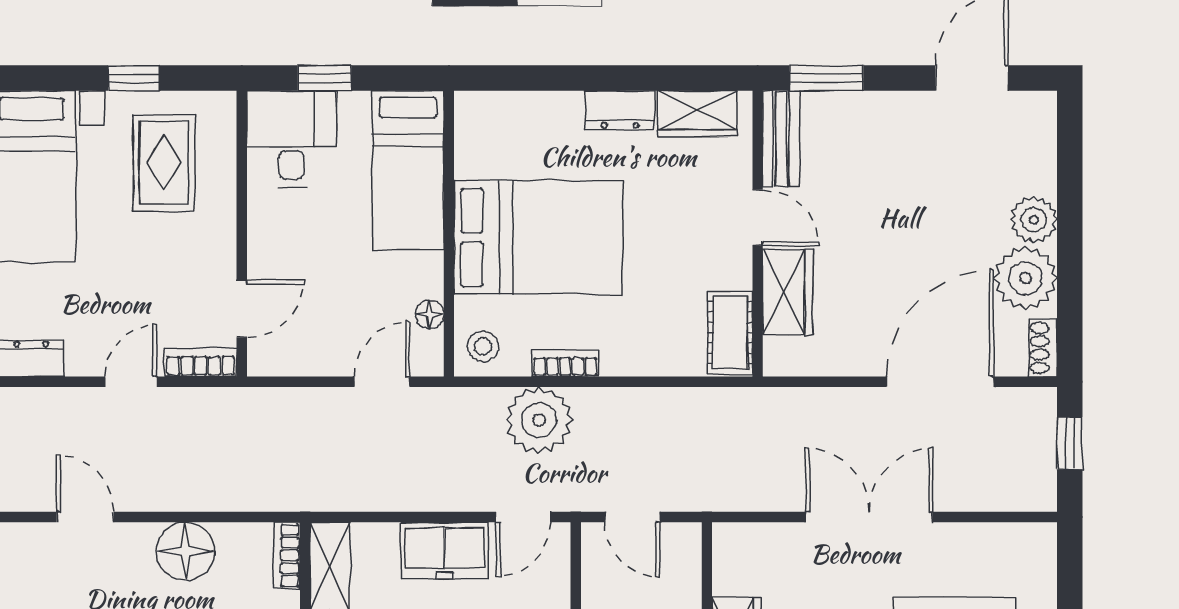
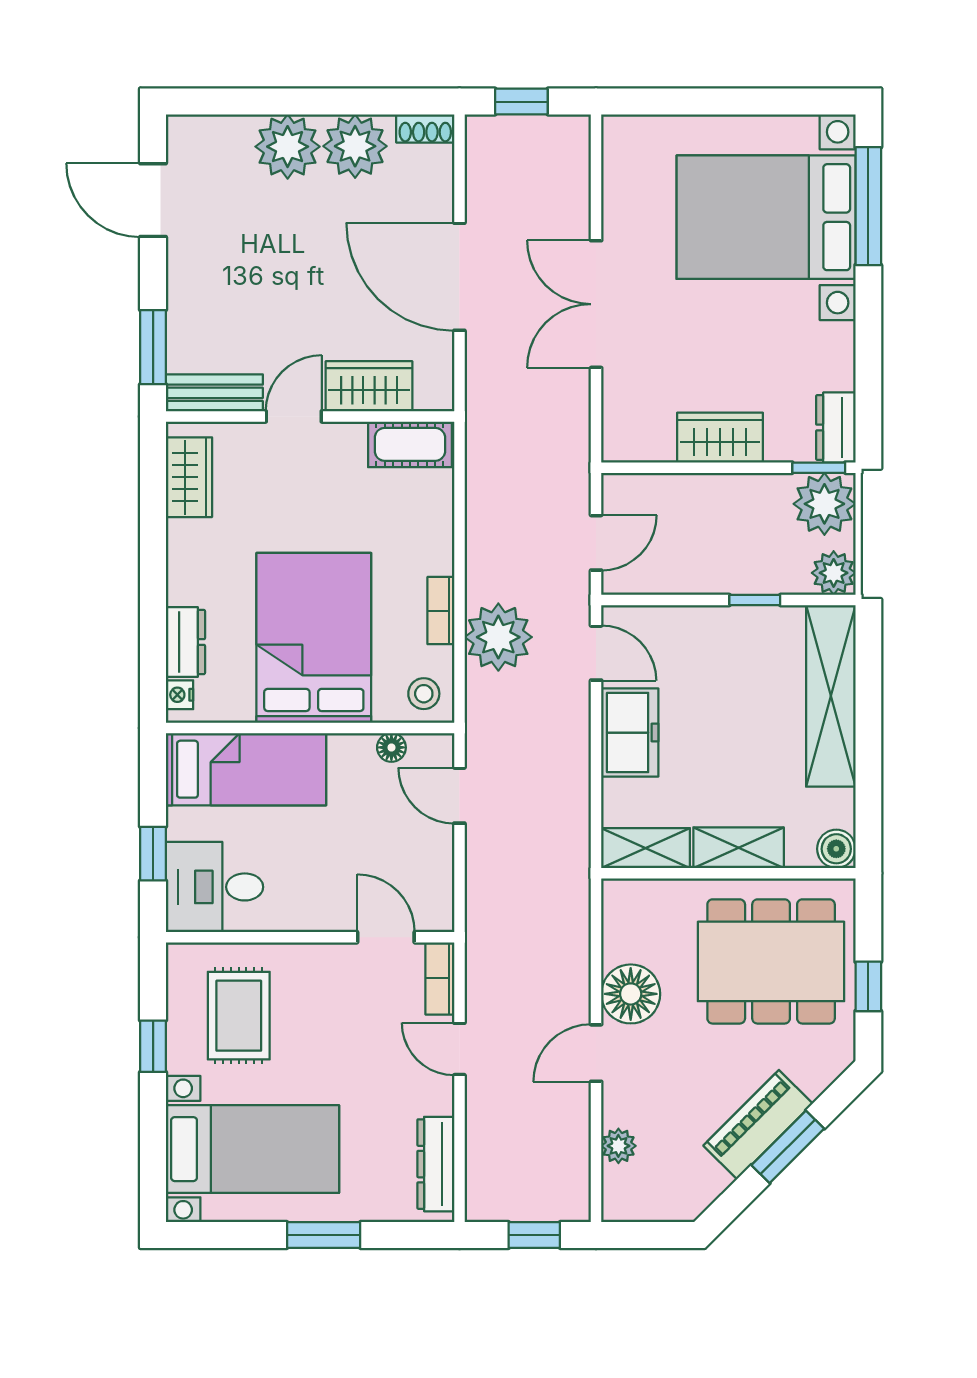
nightstand: (482, 104) -> (180, 695), added
dresser: (620, 110) -> (185, 642), moved
rug: (164, 163) -> (239, 1016), turned 90
plant: (1034, 220) -> (288, 147), width x1.36, depth x1.36
door: (940, 382) -> (459, 277), moved
door: (85, 517) -> (596, 1053), moved
plant: (35, 539) -> (618, 1146), added
bookcase: (287, 555) -> (635, 892), removed

